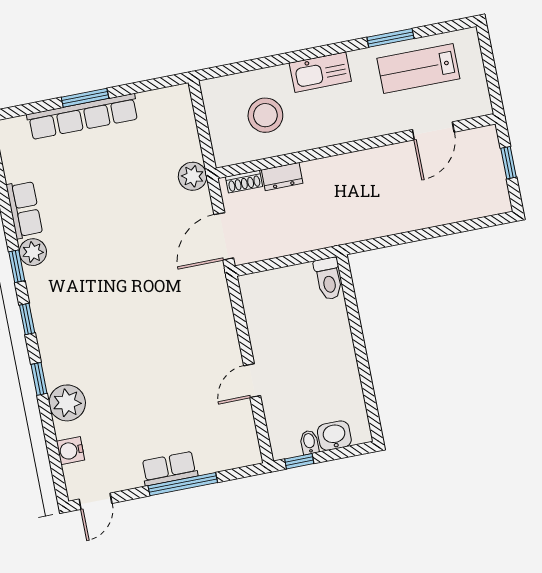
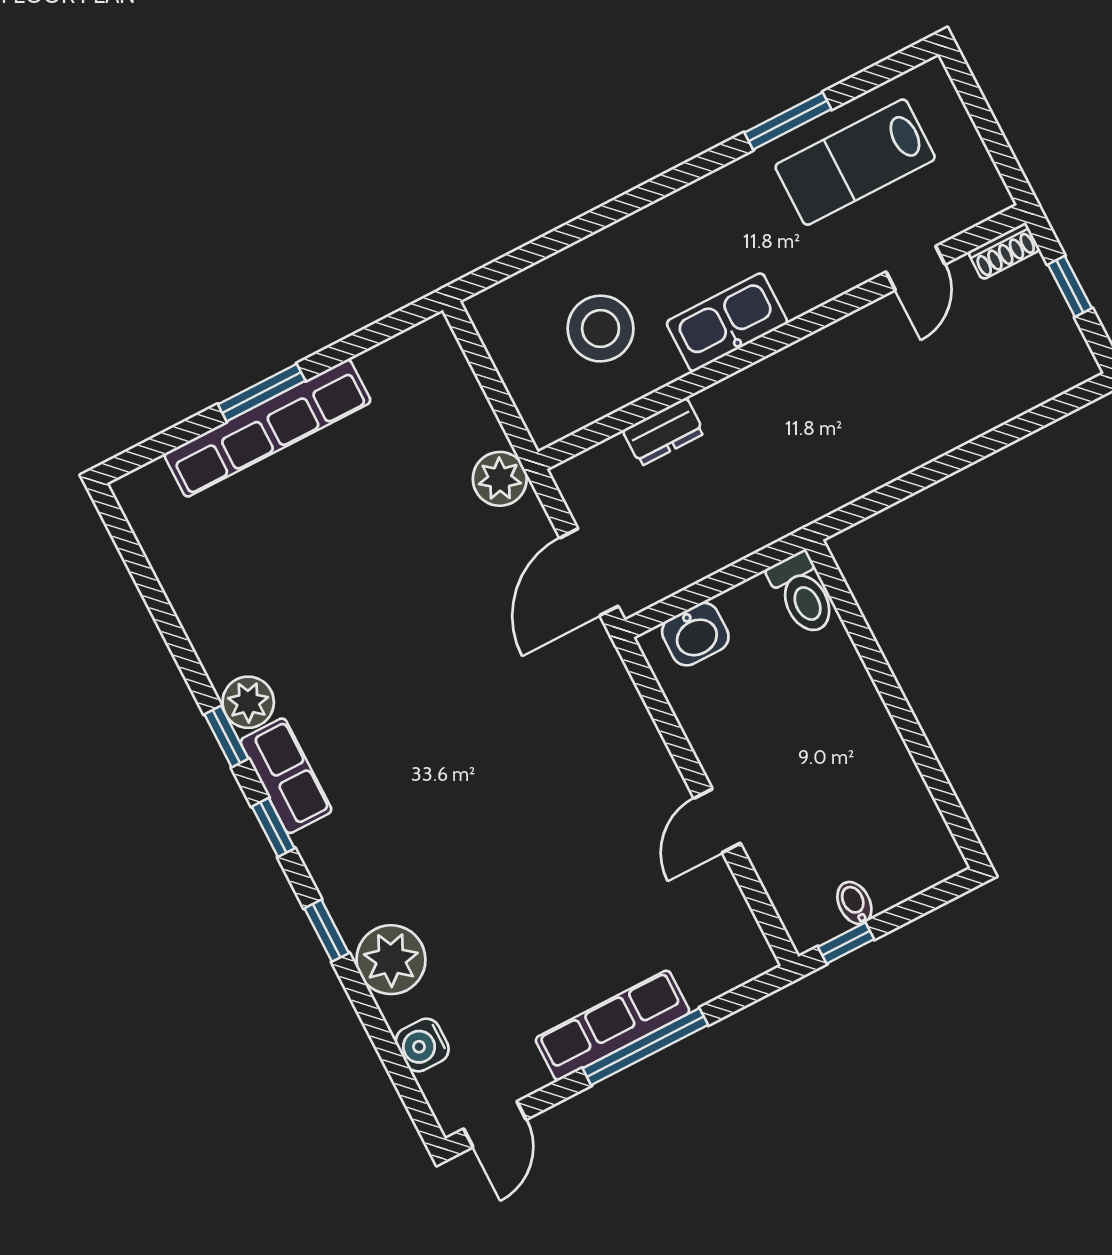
kitchen sink: (320, 72) -> (727, 322), moved, turned 180
door: (433, 131) -> (915, 268), width x0.73
shoe rack: (244, 182) -> (1004, 251), moved
row of seats: (24, 209) -> (286, 776), moved
washbasin: (334, 436) -> (695, 634), moved, turned 180
row of seats: (169, 469) -> (612, 1025), width x1.48

